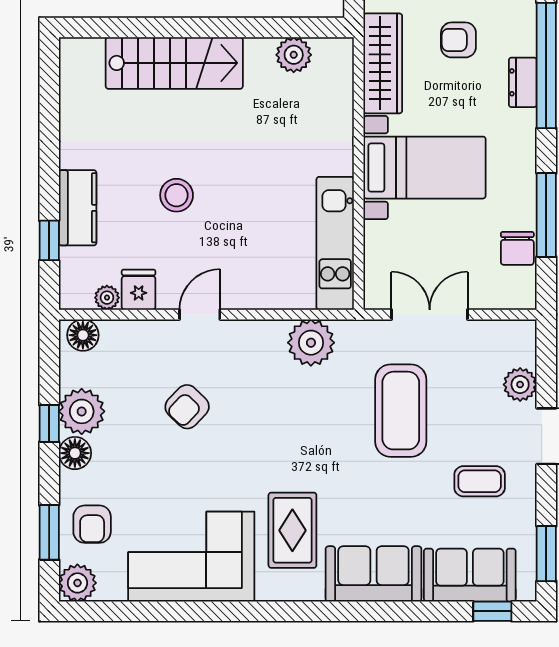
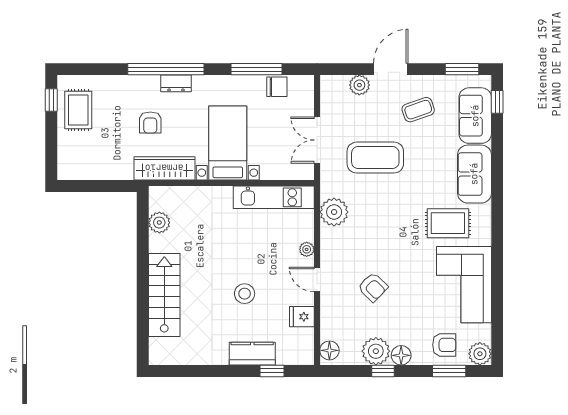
plant: (107, 298) -> (307, 249), moved
coffee table: (480, 481) -> (418, 110), turned 71

